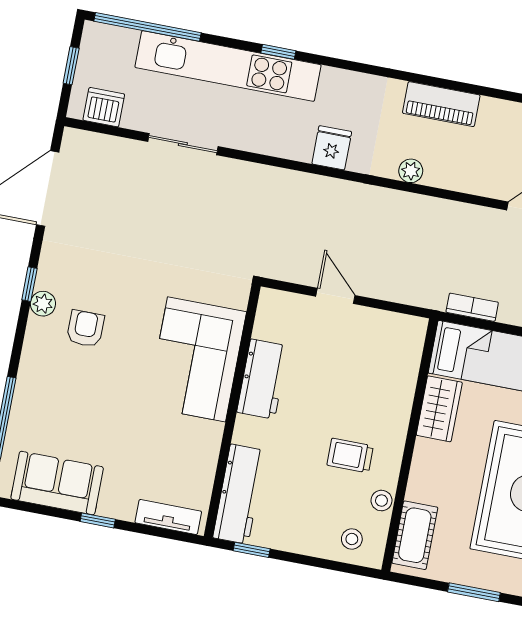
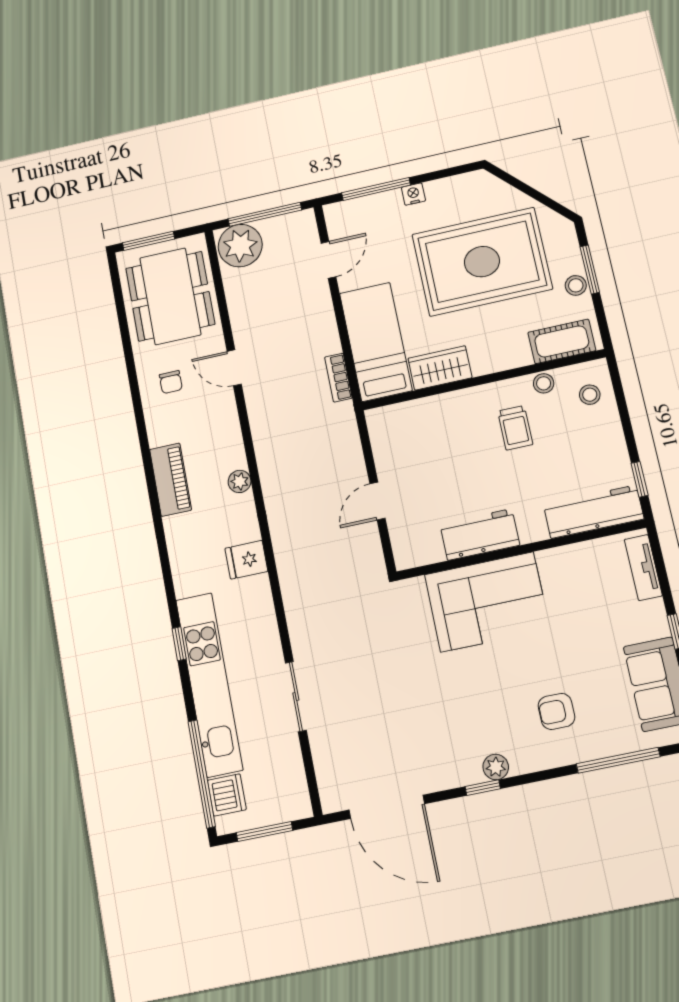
window: (71, 66) -> (264, 832), width x1.50
dishwasher: (104, 107) -> (227, 795), moved, turned 180
armchair: (85, 329) -> (556, 711), moved
stool: (464, 572) -> (576, 285), added

